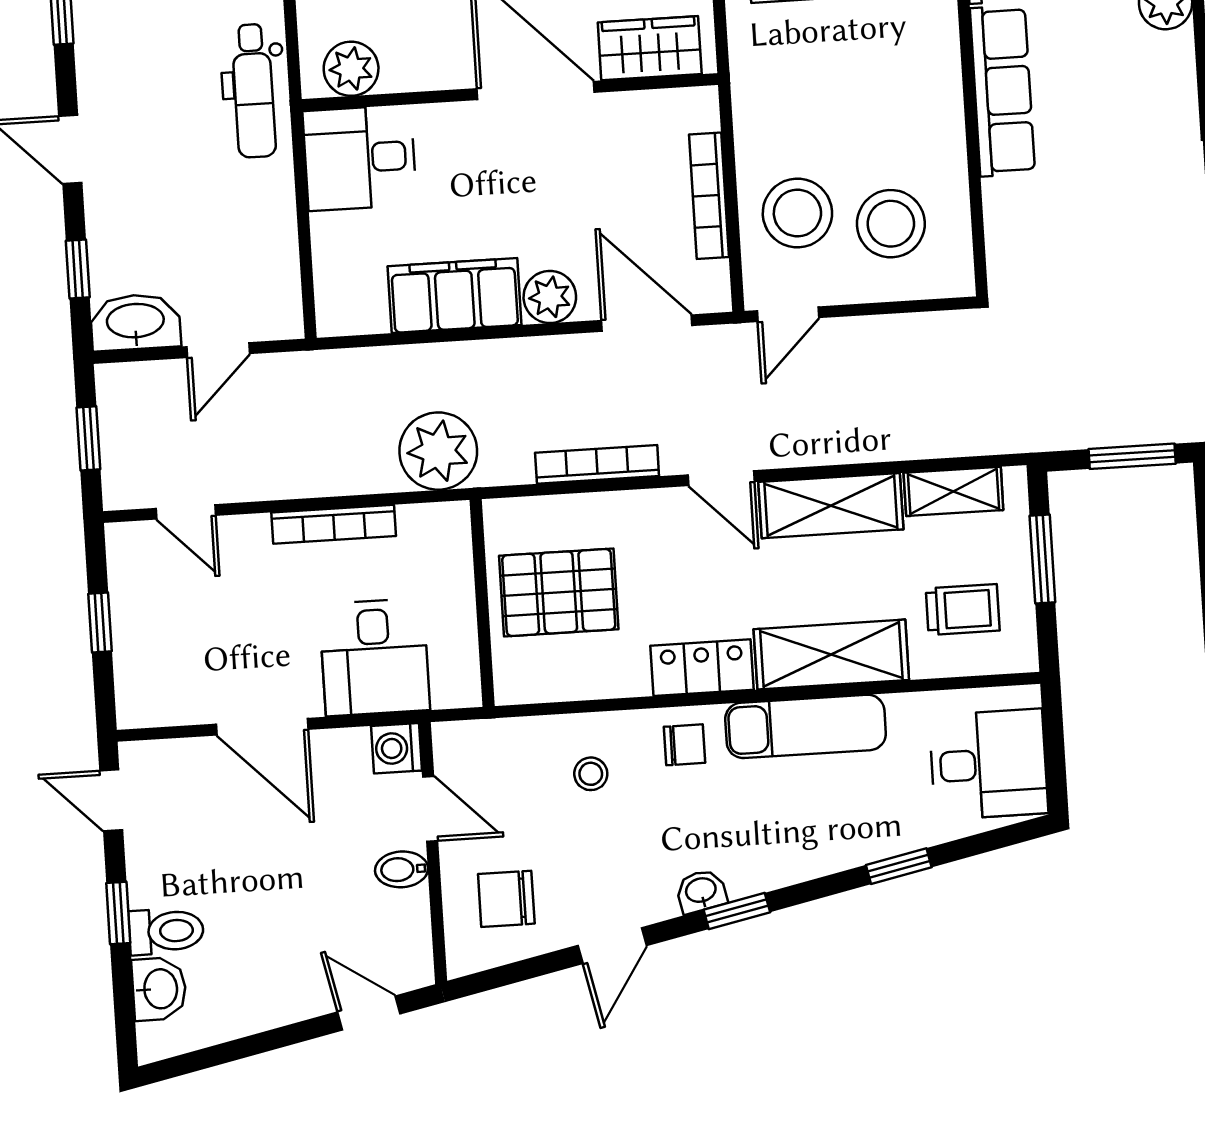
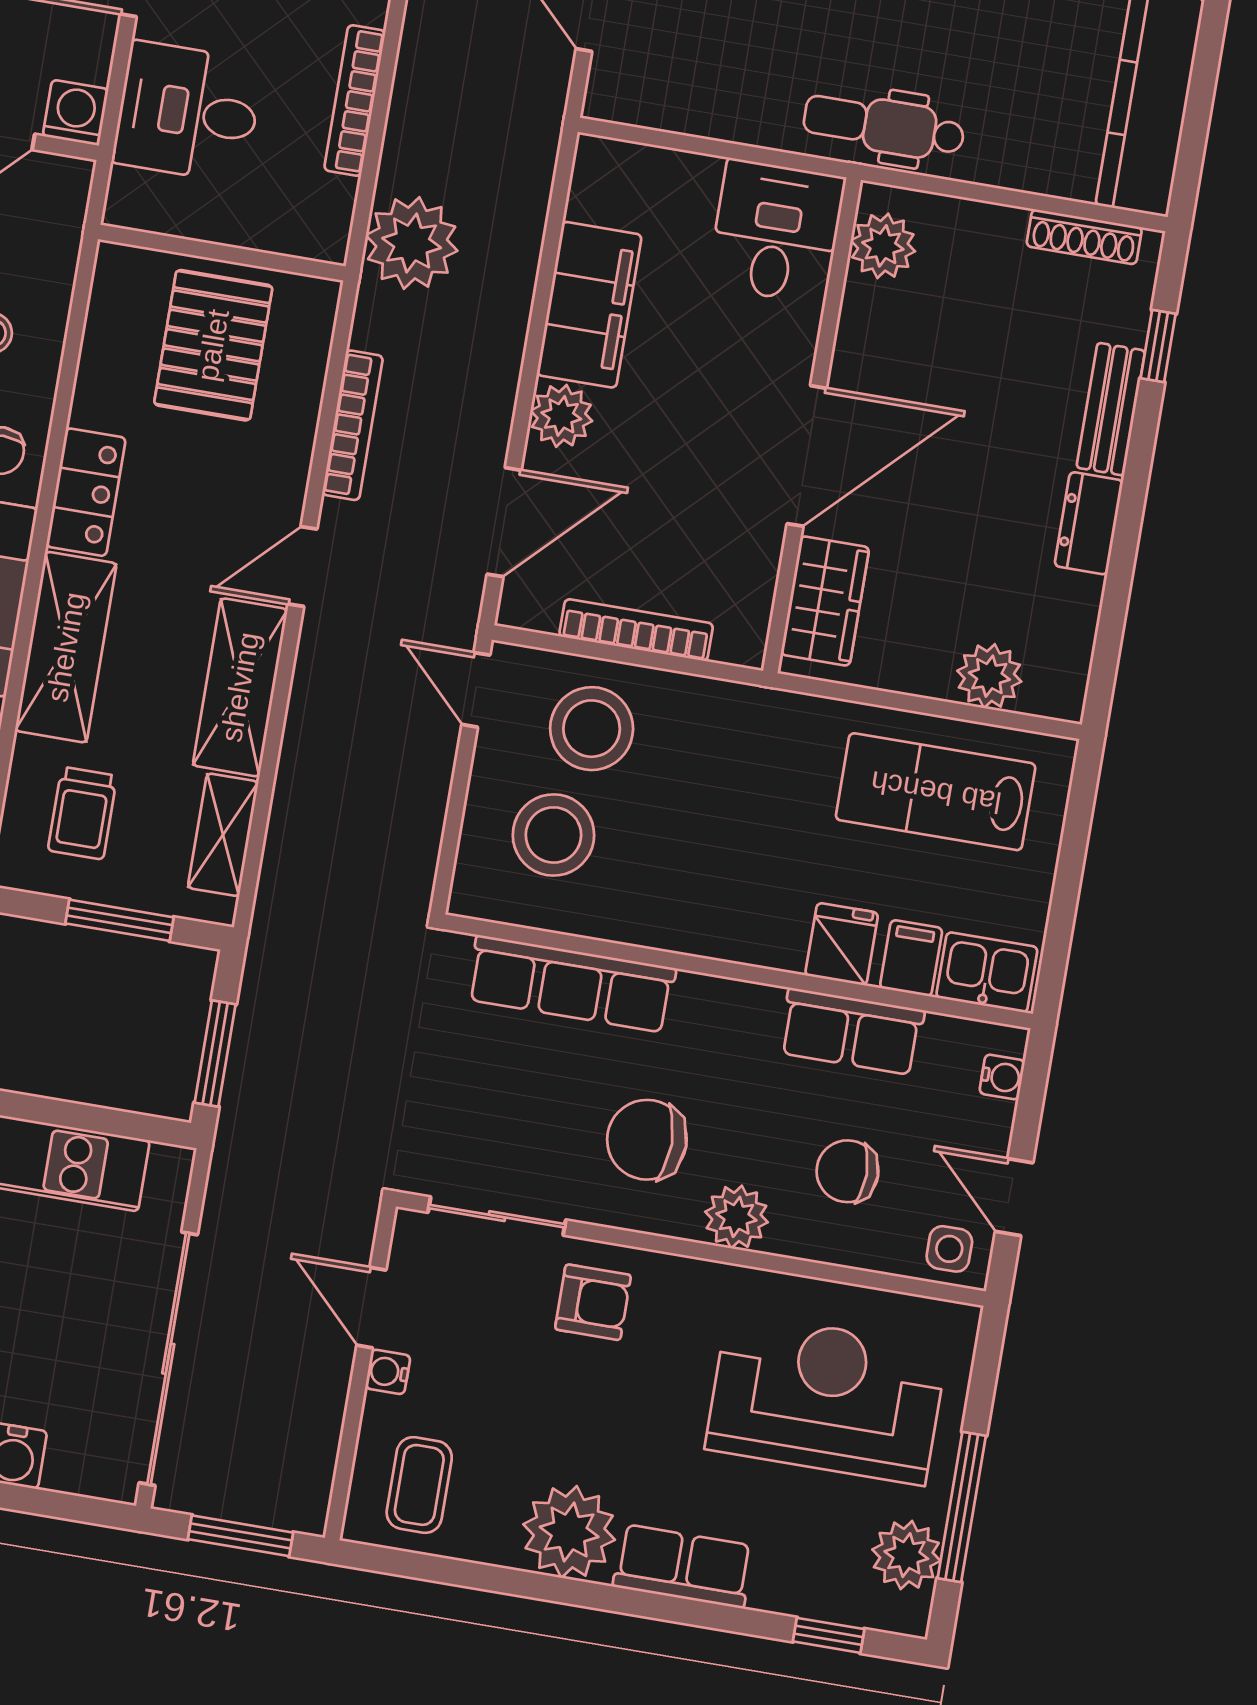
chair: (1120, 90) -> (647, 1140), added
row of seats: (1002, 91) -> (571, 984), moved

